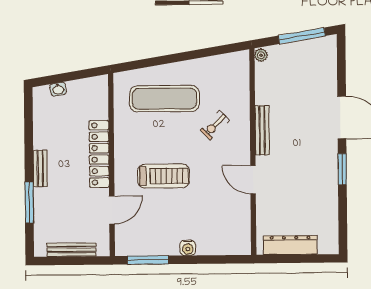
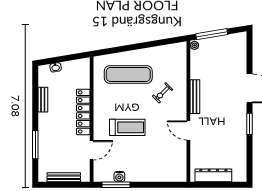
window: (302, 36) -> (212, 34), moved
bench: (40, 168) -> (43, 100), moved
water cooler: (188, 248) -> (119, 177), moved

